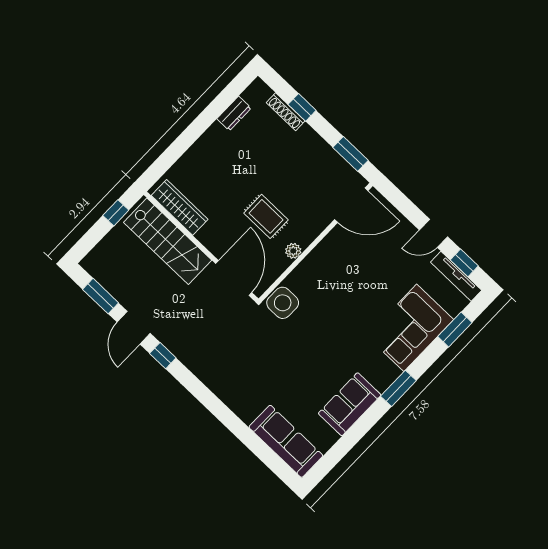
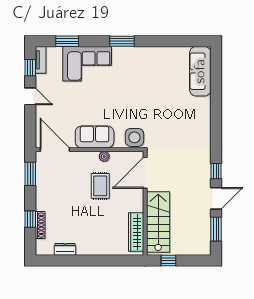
tv unit: (456, 276) -> (41, 60), width x0.71
sofa: (350, 404) -> (95, 137), moved, turned 180

